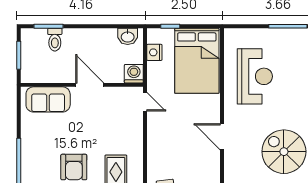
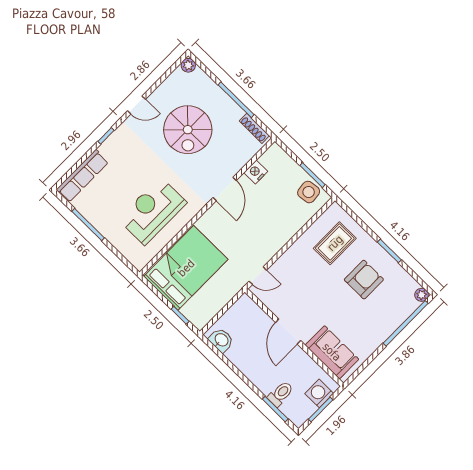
nightstand: (154, 52) -> (256, 172), moved, turned 180
washing machine: (134, 74) -> (319, 393), moved, turned 90
door: (145, 102) -> (258, 276), swing flipped

